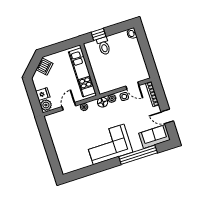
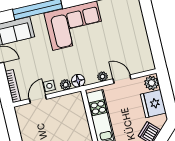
door: (132, 86) -> (38, 99), hinge flipped
fridge: (43, 94) -> (153, 104), width x1.88, depth x1.34
door: (69, 106) -> (122, 79), swing flipped

